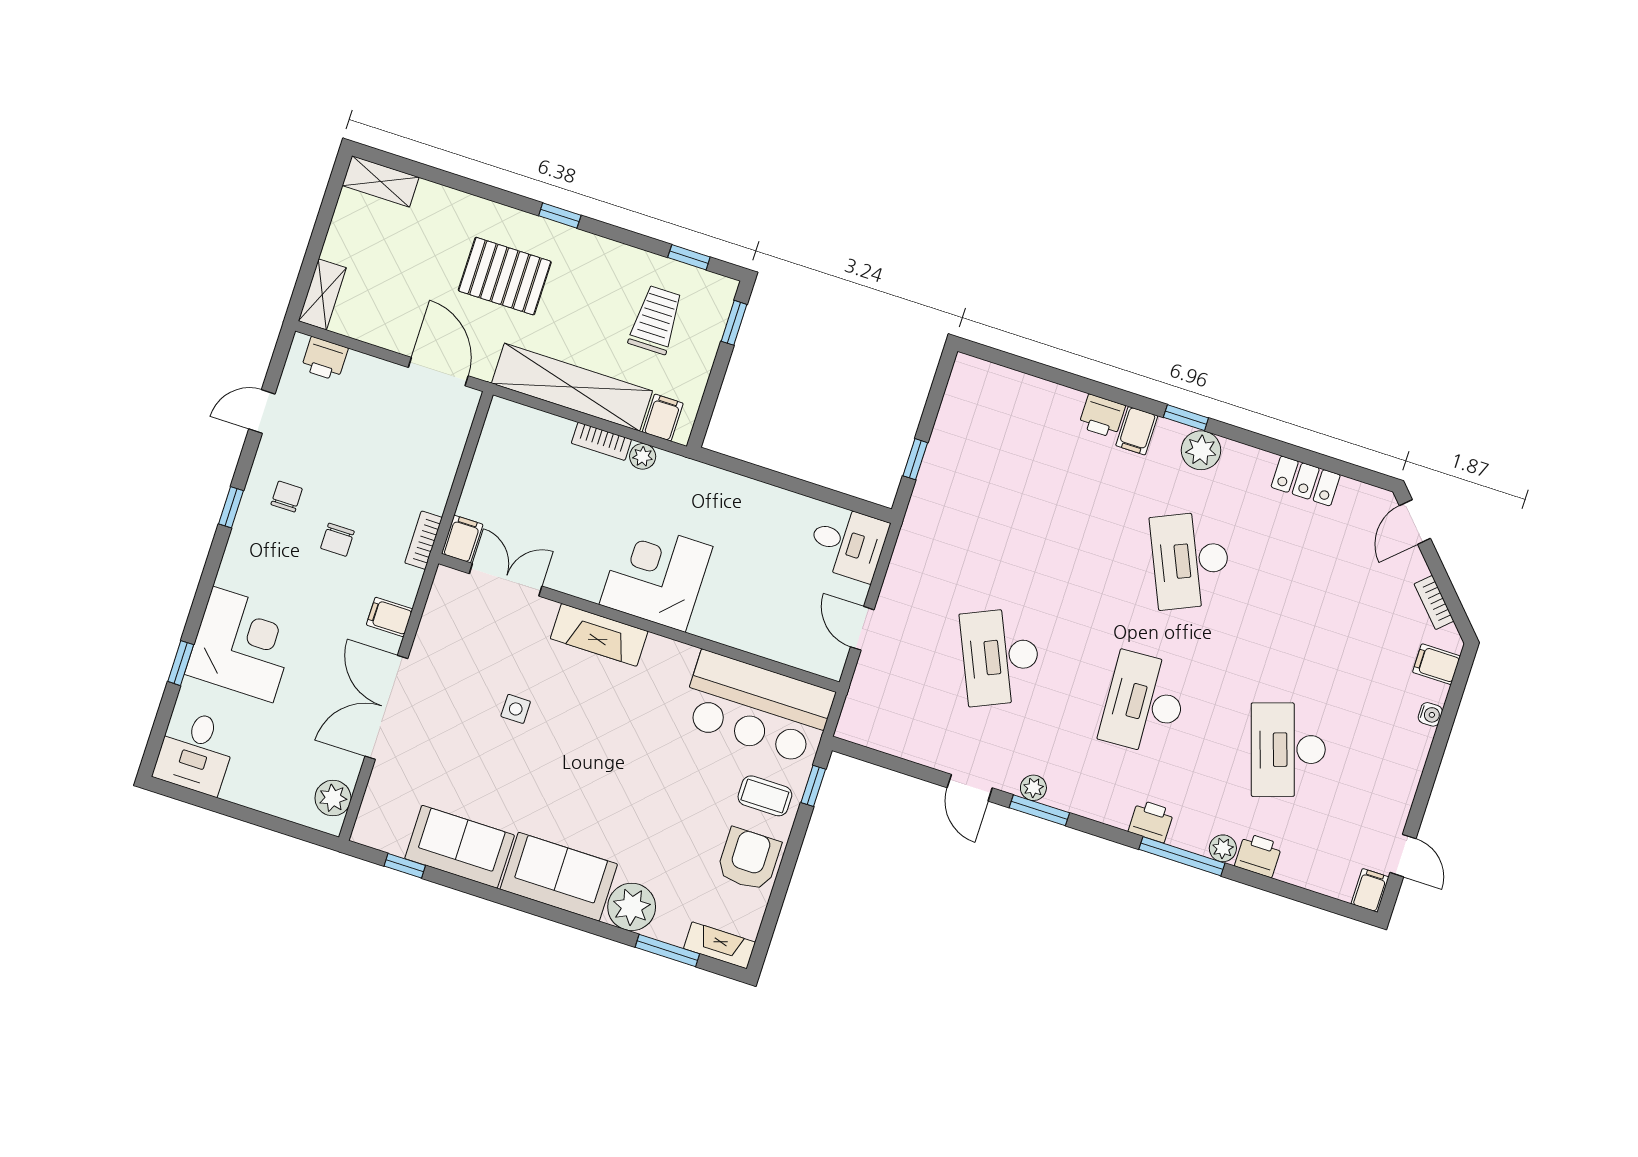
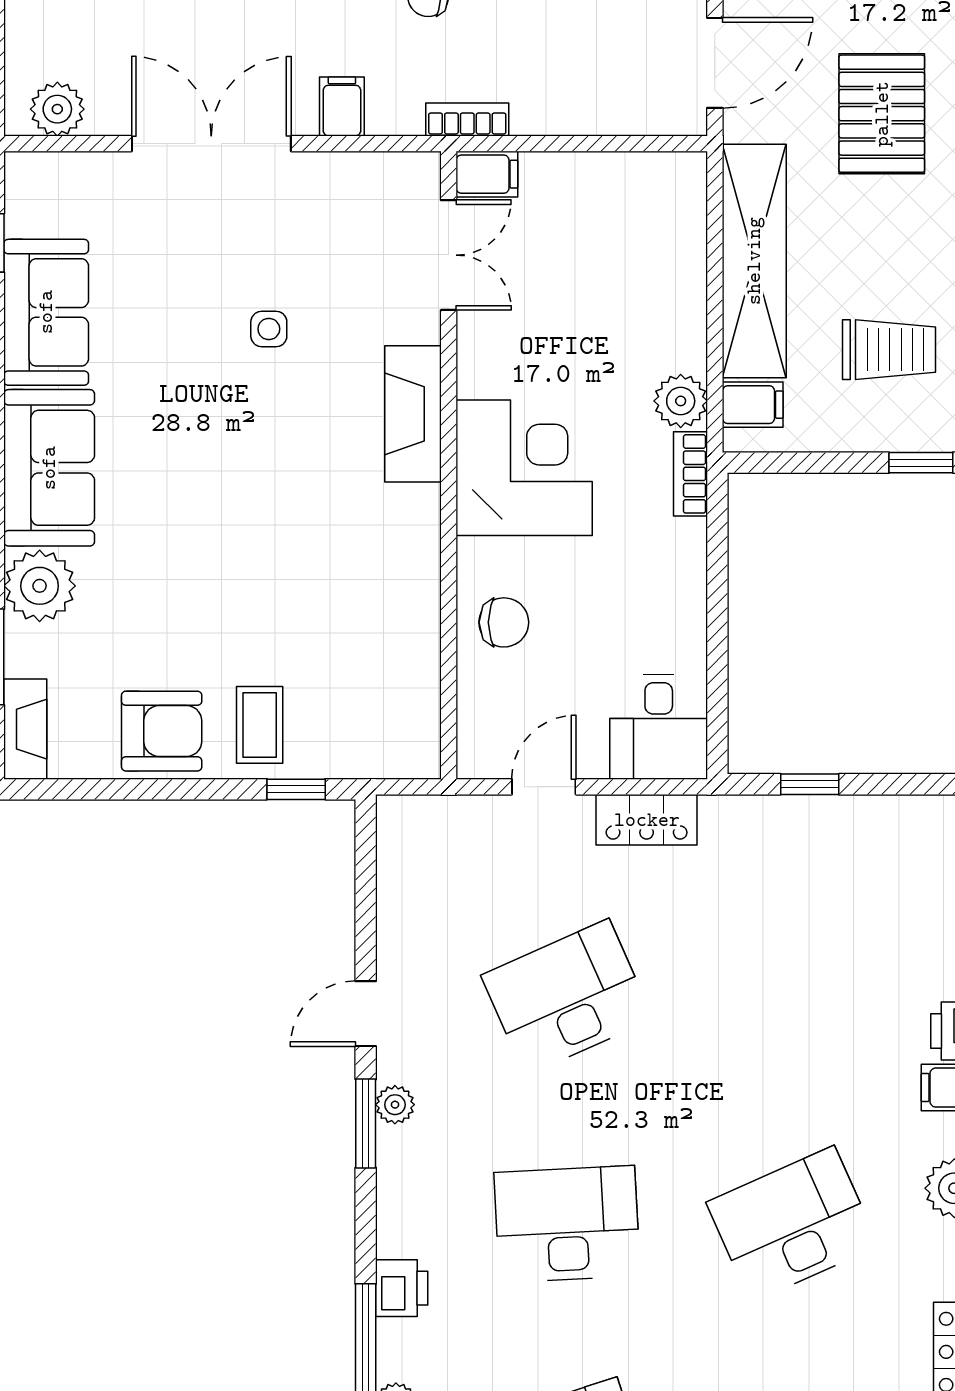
bookcase: (601, 441) -> (690, 474), moved
plant: (643, 456) -> (681, 401), width x1.38, depth x1.38
locker: (904, 570) -> (647, 820), added
chair: (750, 620) -> (504, 622), added
bar counter: (757, 708) -> (382, 673), removed

